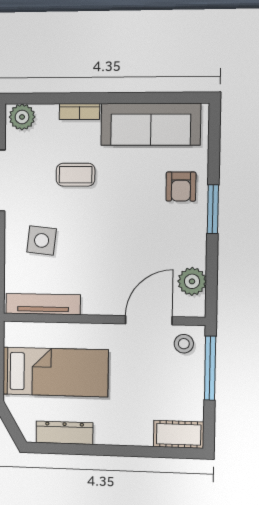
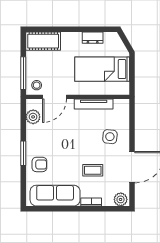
armchair: (181, 187) -> (39, 164), turned 90
tv unit: (43, 304) -> (94, 104), moved
dresser: (64, 433) -> (93, 38), width x0.70
cot: (179, 434) -> (43, 41), width x1.37, depth x1.34

